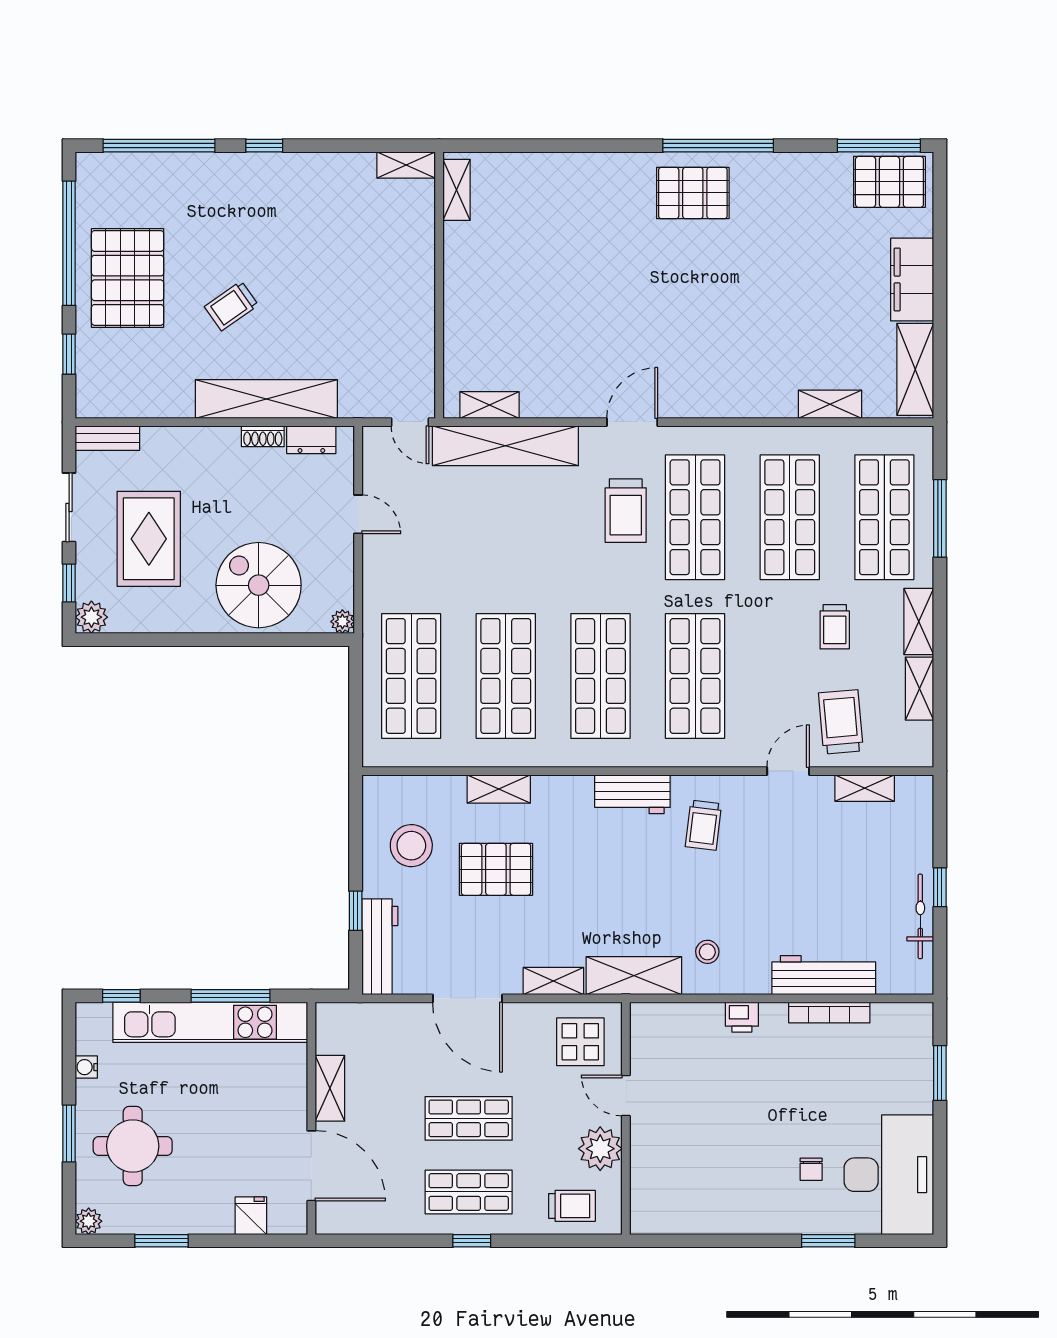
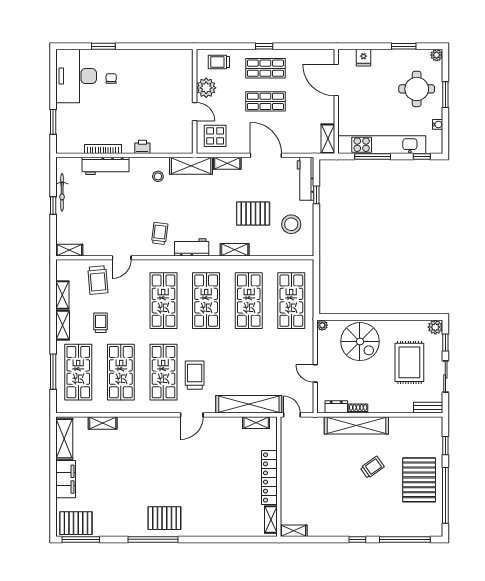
locker: (460, 283) -> (269, 477), added
shelving: (865, 788) -> (69, 250), moved
shelving: (499, 789) -> (235, 250), moved
shelving: (330, 1088) -> (328, 139), moved

